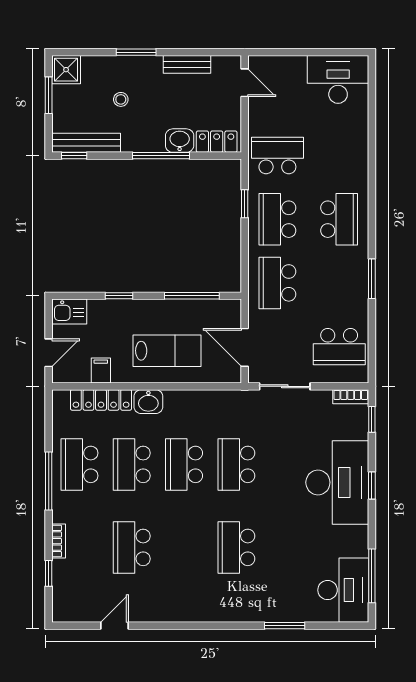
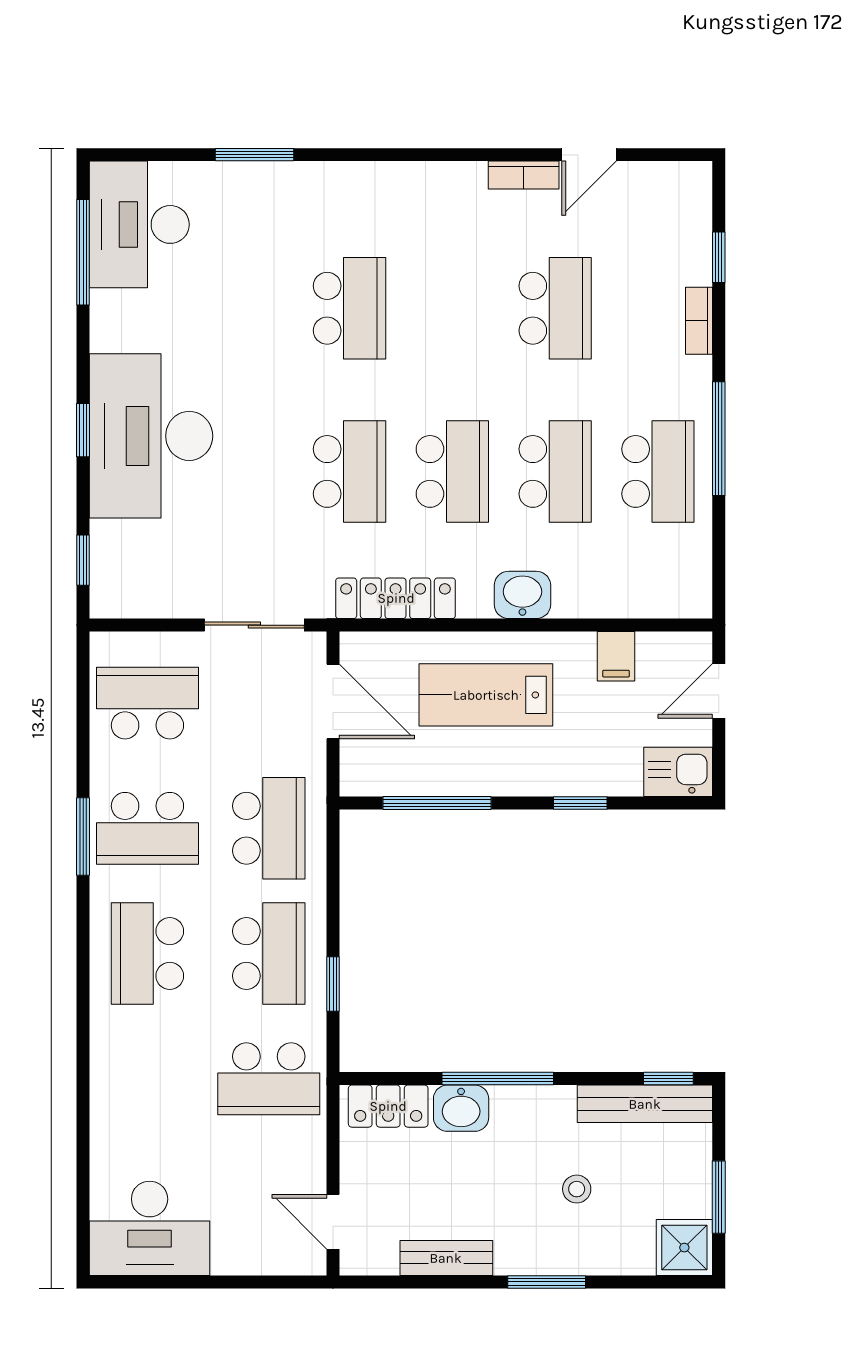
school desk: (339, 283) -> (147, 828), added
bookcase: (351, 397) -> (524, 175), moved, turned 180
locker: (101, 400) -> (396, 598), moved

